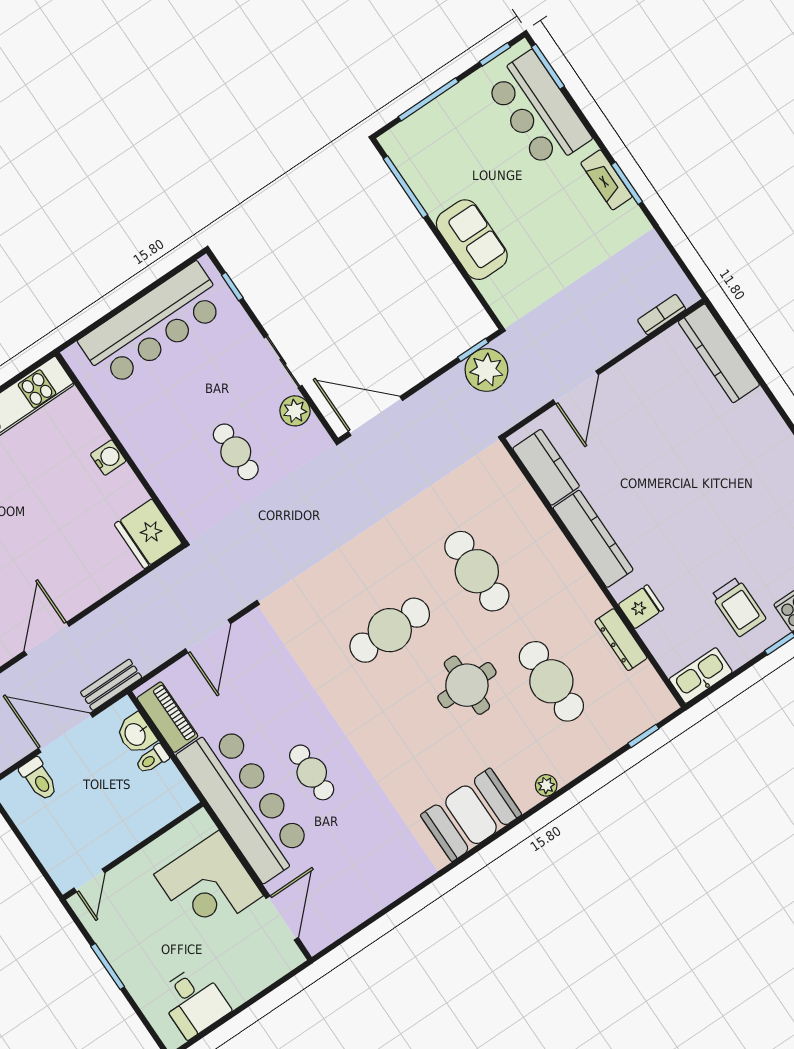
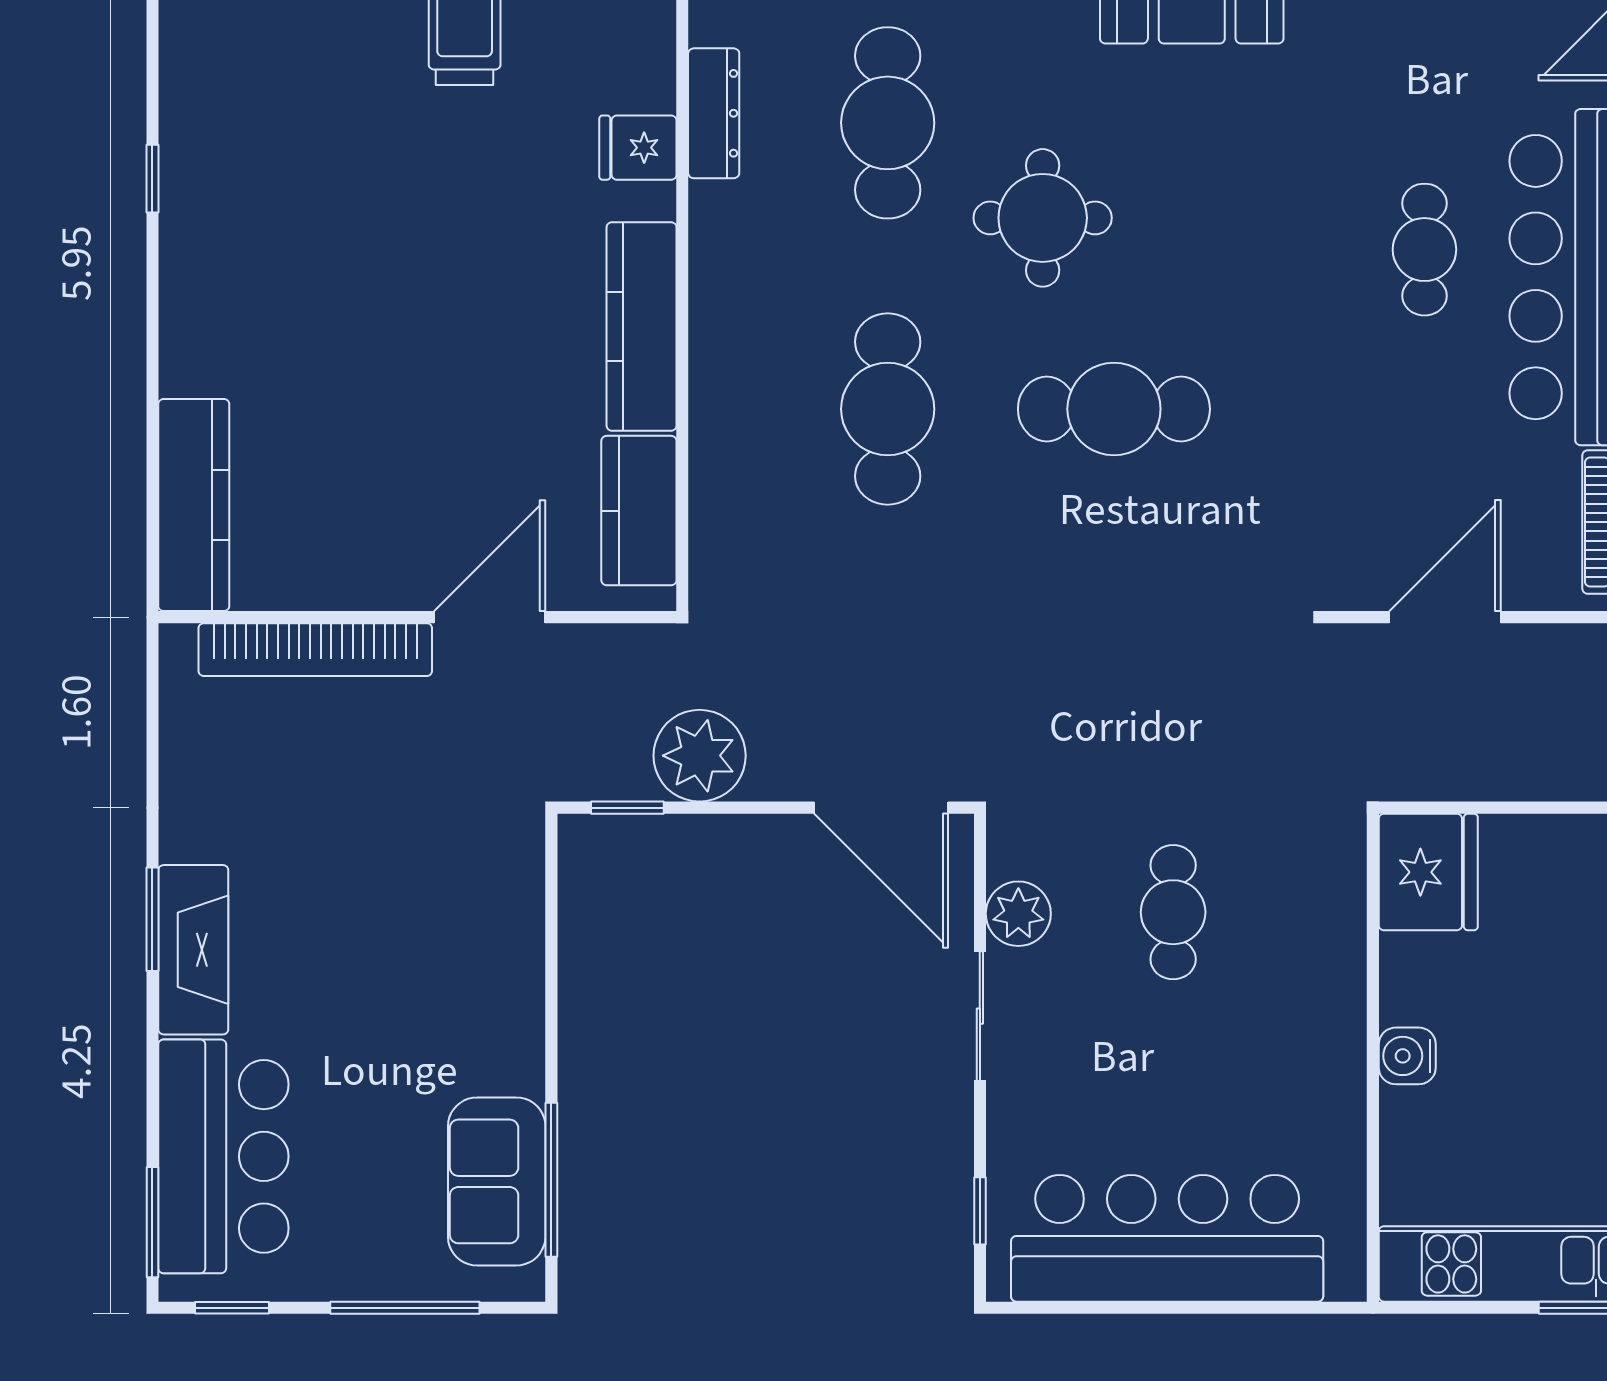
fireplace: (606, 180) -> (193, 950), width x1.37, depth x1.32
sofa: (472, 240) -> (497, 1181), moved
bookcase: (662, 315) -> (315, 650), width x2.31, depth x1.31
plant: (486, 370) -> (700, 756), moved

